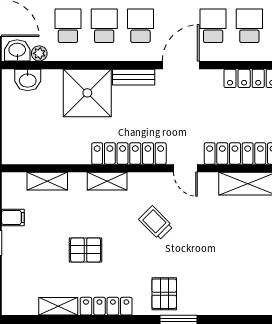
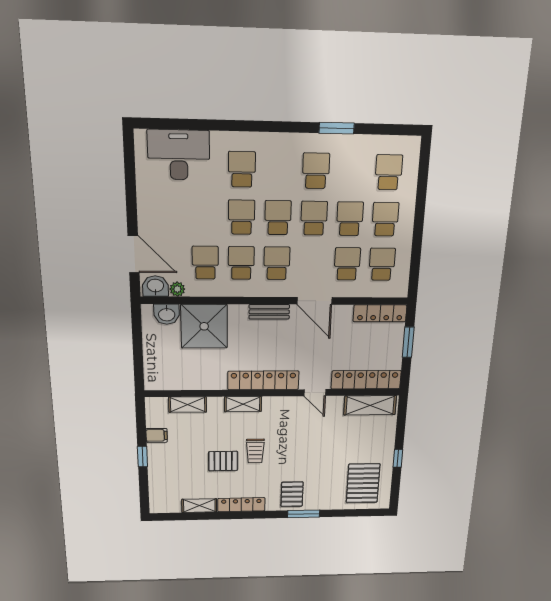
door: (181, 65) -> (314, 301), swing flipped
shower: (87, 93) -> (204, 326), moved
trolley: (156, 223) -> (255, 451), moved, turned -135
pallet: (246, 281) -> (363, 483), added

